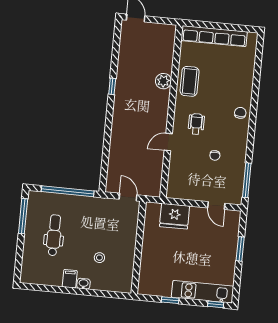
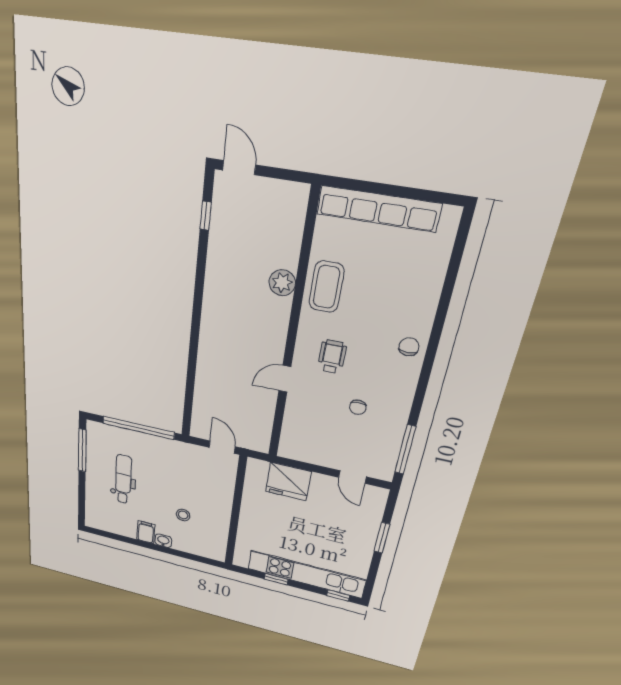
window: (112, 86) -> (206, 216), moved
kitchen unit: (203, 292) -> (306, 574), width x1.36

